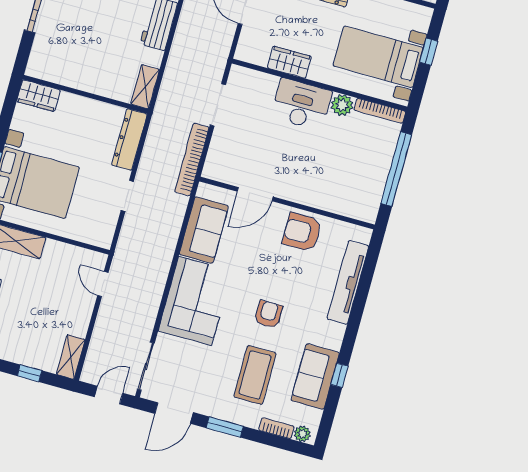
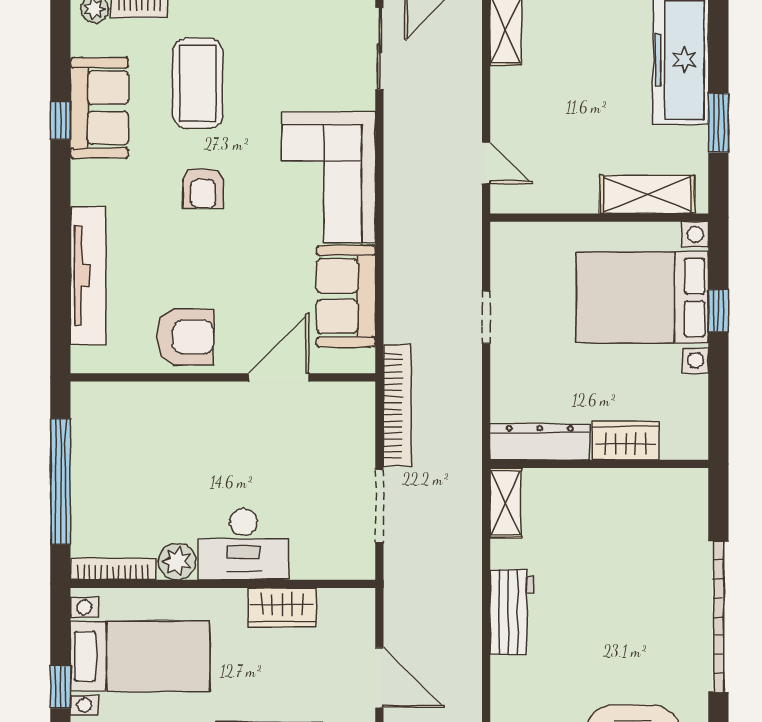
wardrobe: (39, 96) -> (626, 441), moved
dresser: (129, 139) -> (540, 442), moved, turned -90

